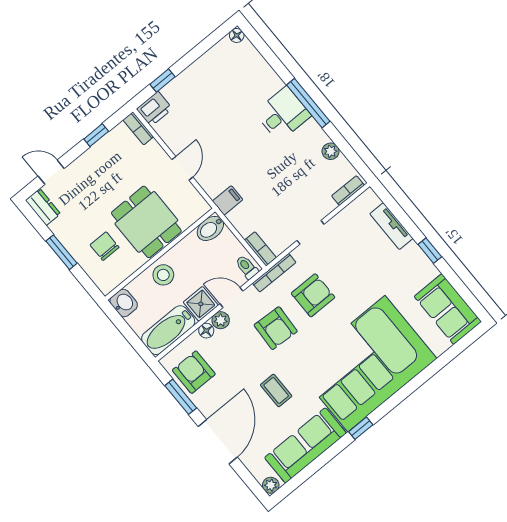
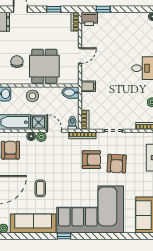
armchair: (276, 328) -> (117, 164), moved

